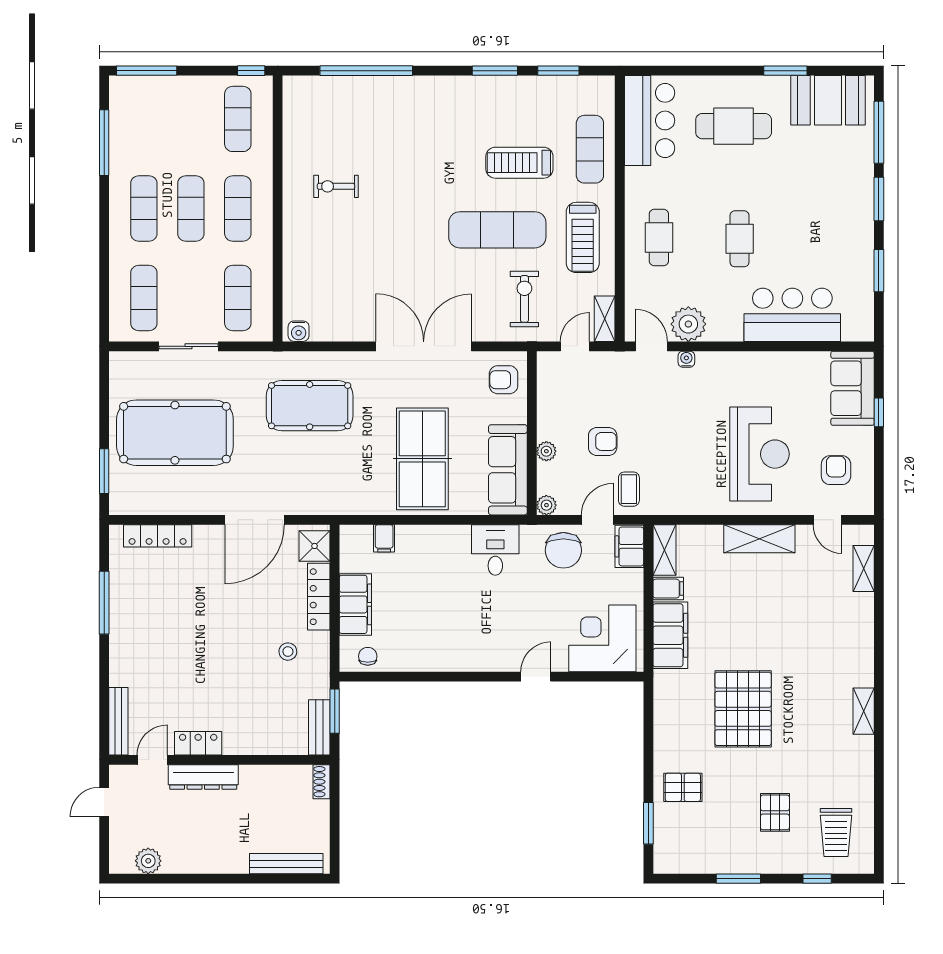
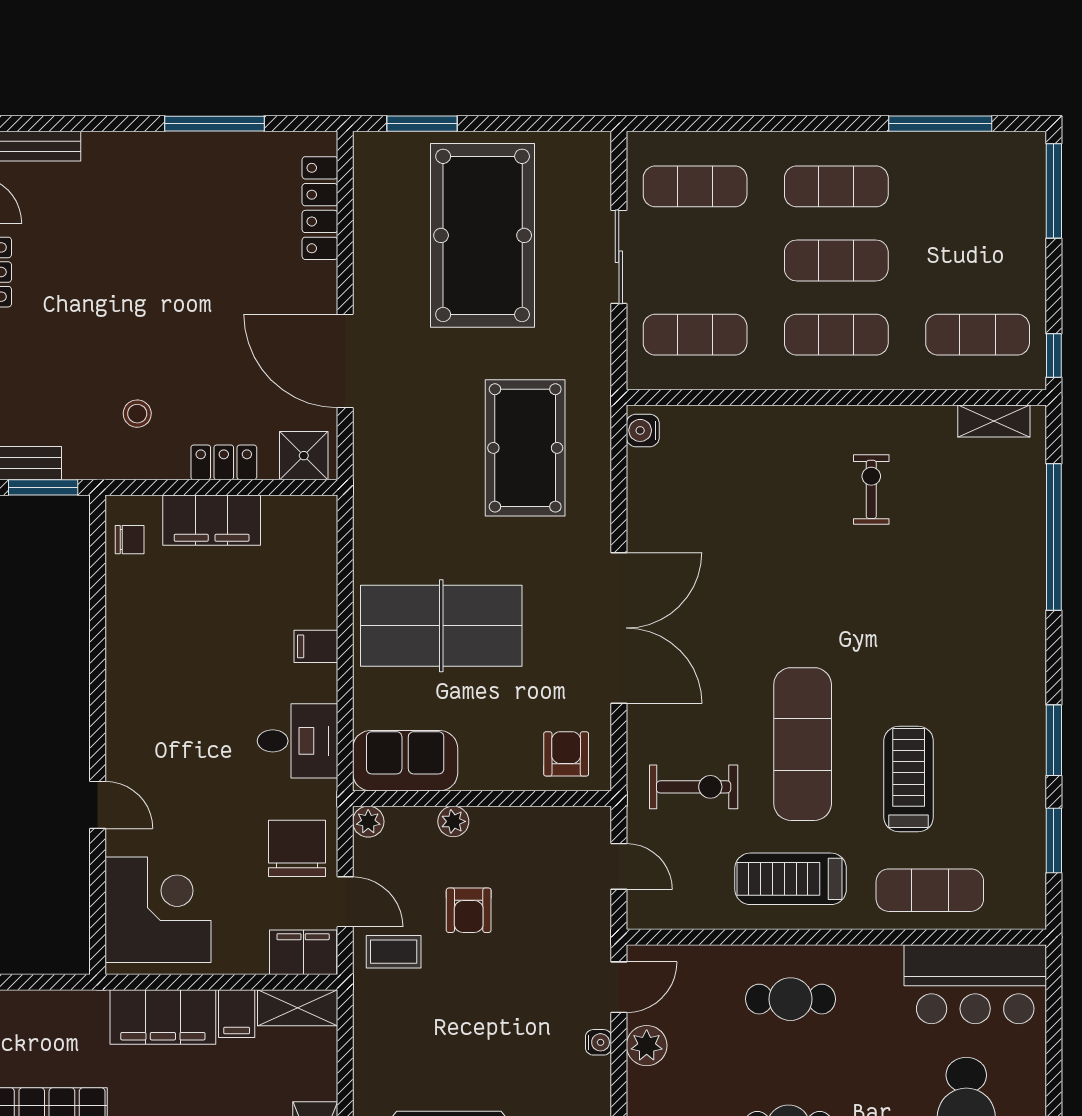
shelving: (605, 319) -> (994, 421), moved
plant: (688, 324) -> (647, 1046), width x0.73, depth x0.73
sofa: (508, 470) -> (405, 761), width x0.73
filing cabinet: (384, 538) -> (316, 646), moved
chair: (563, 550) -> (297, 848), turned 90
locker: (319, 597) -> (224, 462), width x0.66

